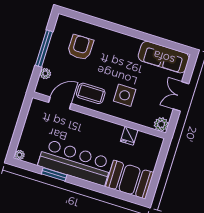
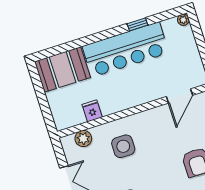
coffee table: (91, 93) -> (157, 126), removed
plant: (161, 124) -> (83, 138), moved
window: (54, 174) -> (137, 24), width x0.67

